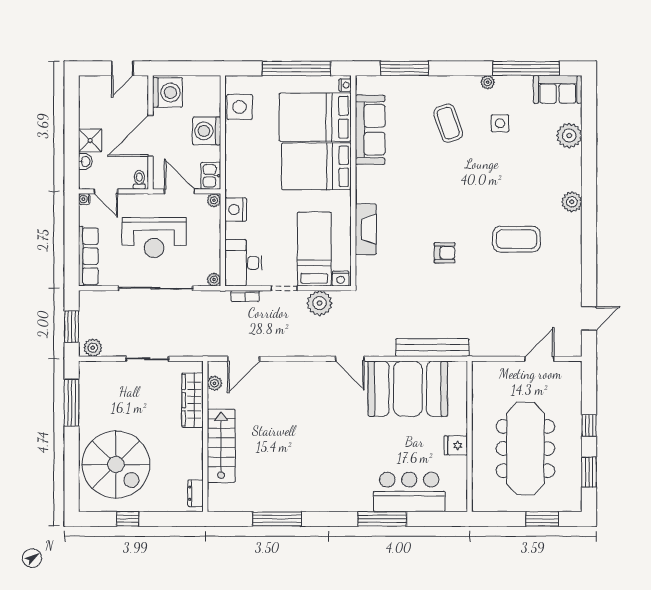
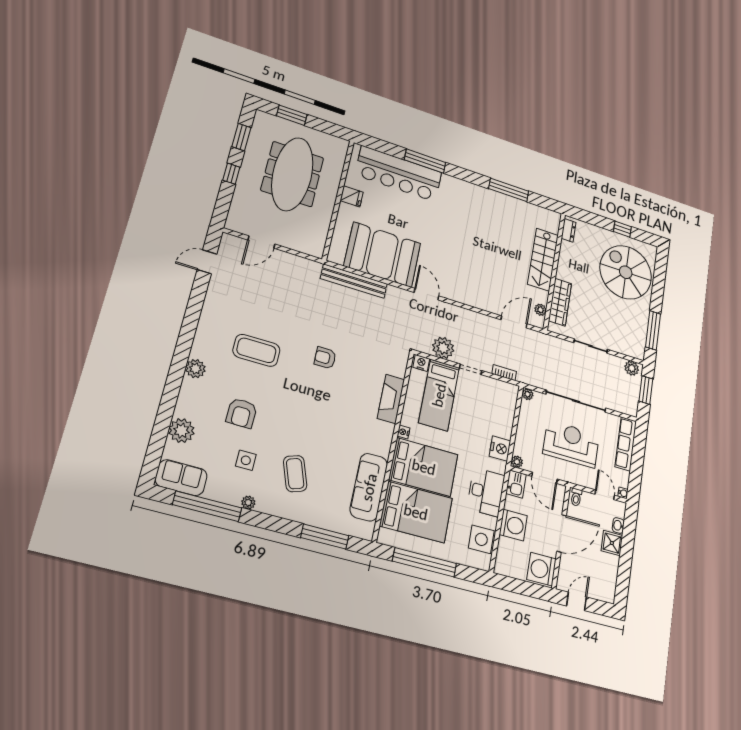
nightstand: (345, 85) -> (404, 432), moved
armchair: (516, 170) -> (242, 413), added
desk: (243, 263) -> (486, 492), moved
bar counter: (409, 492) -> (399, 174), width x1.36

